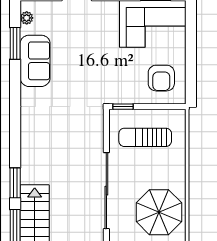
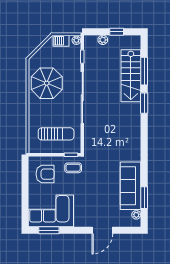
sofa: (35, 61) -> (131, 186), width x1.36
armchair: (161, 78) -> (45, 174), turned 90
coffee table: (120, 87) -> (73, 168), added

